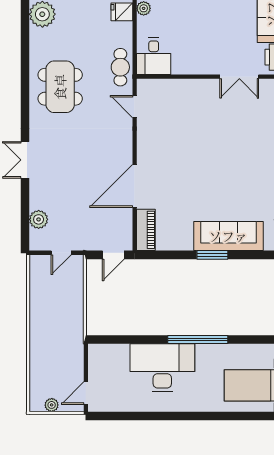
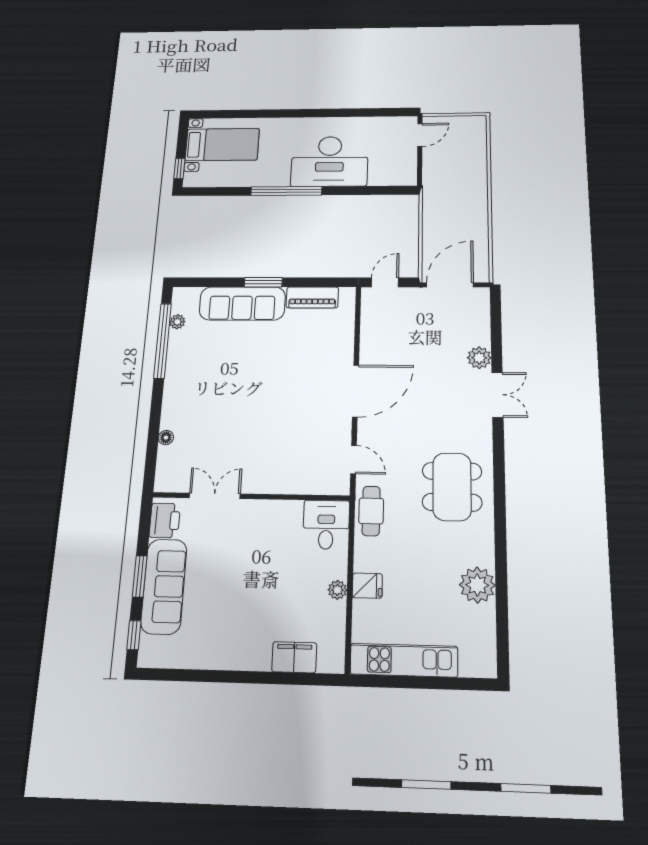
door: (135, 186) -> (355, 391), moved
plant: (39, 219) -> (479, 358), moved
piano: (146, 230) -> (312, 297), moved, turned -90
door: (61, 253) -> (450, 285), width x1.87
plant: (52, 405) -> (460, 122), removed

